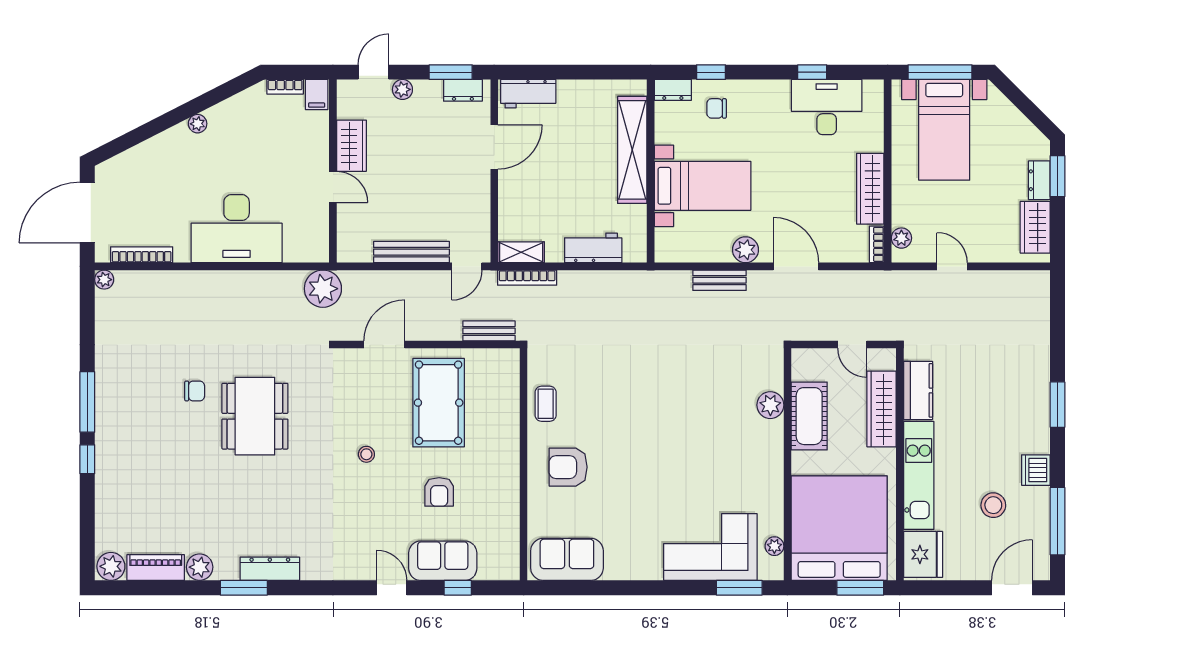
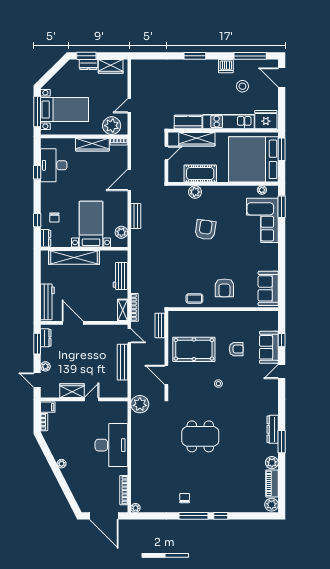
workbench: (528, 94) -> (47, 302), width x1.38
plant: (901, 238) -> (112, 126), width x1.87, depth x1.87
plant: (746, 250) -> (121, 232), moved
chair: (195, 391) -> (185, 498), moved
armchair: (691, 427) -> (205, 230), added

